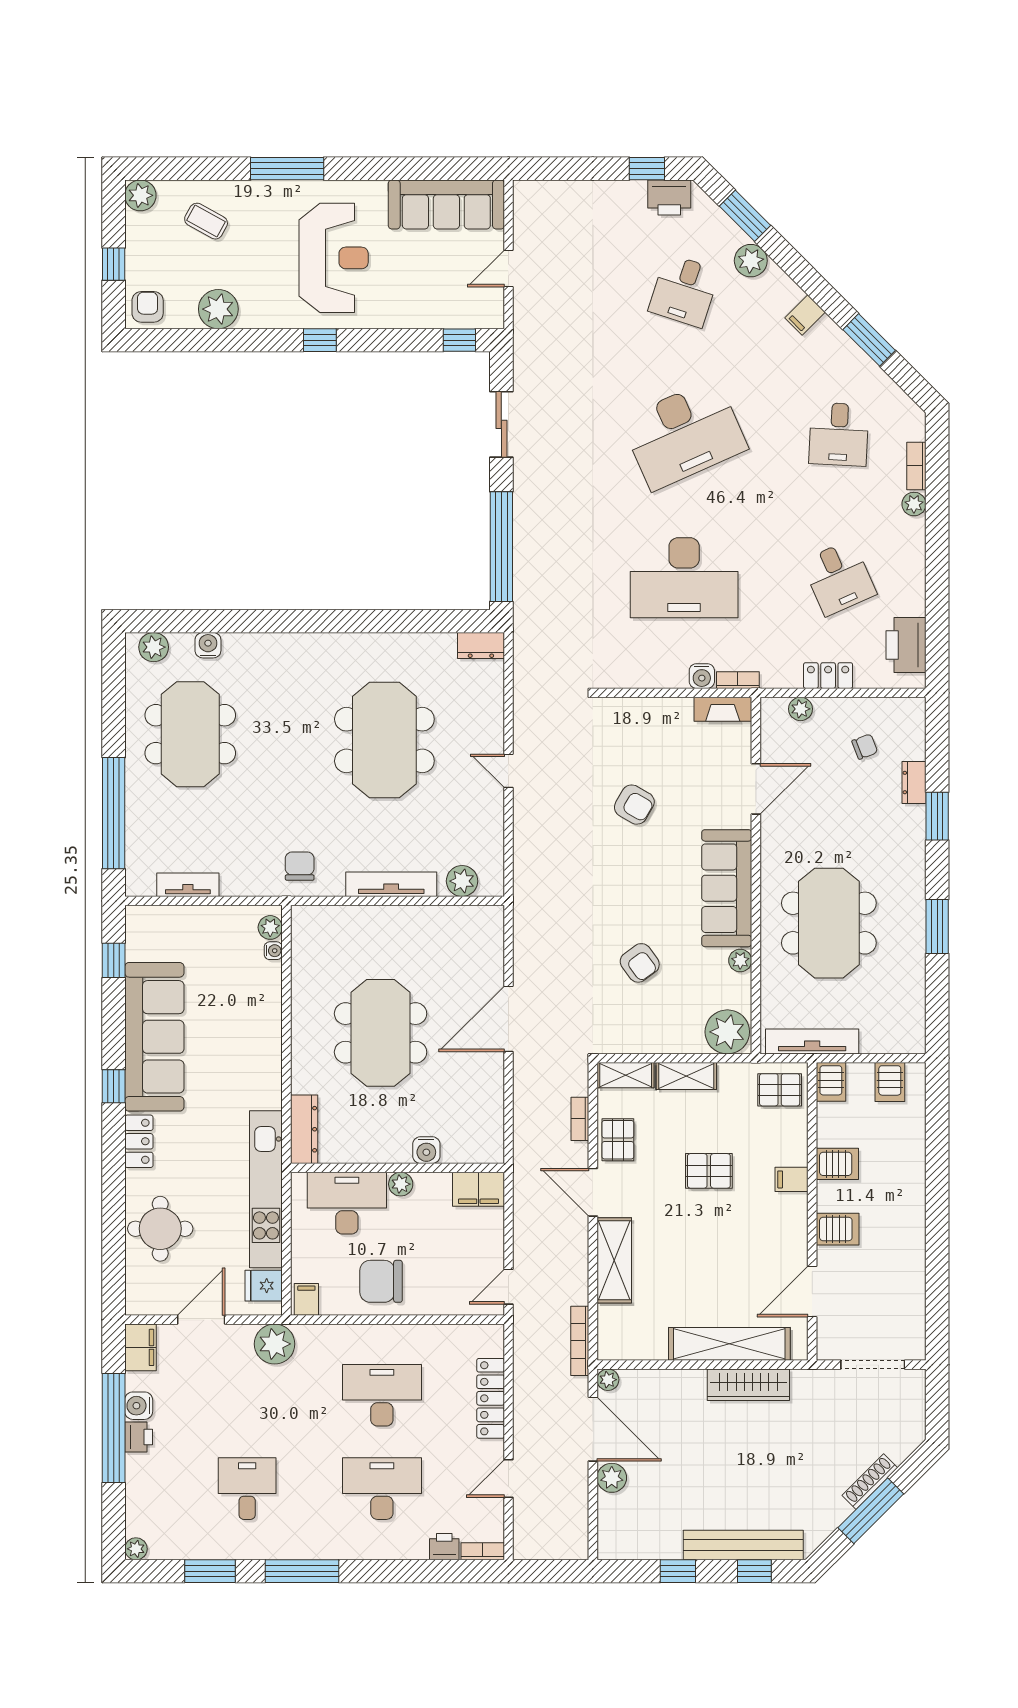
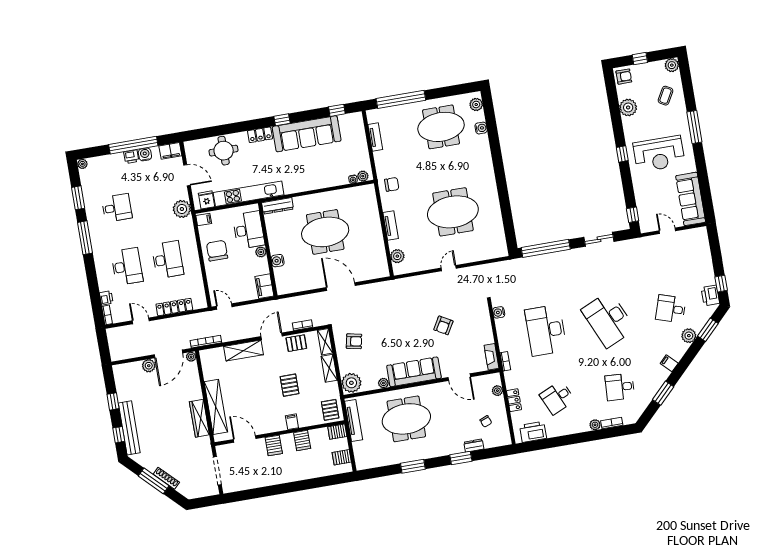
dresser: (481, 645) -> (501, 247), removed
water cooler: (702, 676) -> (499, 312), moved
tv unit: (391, 884) -> (391, 226), width x0.71
armchair: (640, 963) -> (354, 341), moved, turned -133

